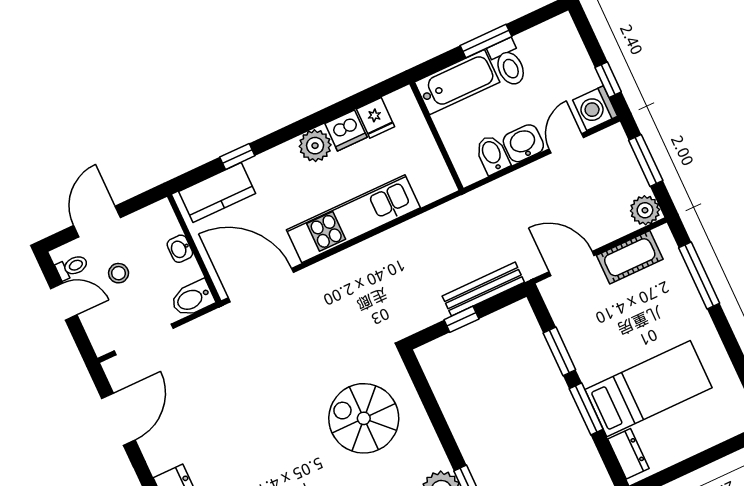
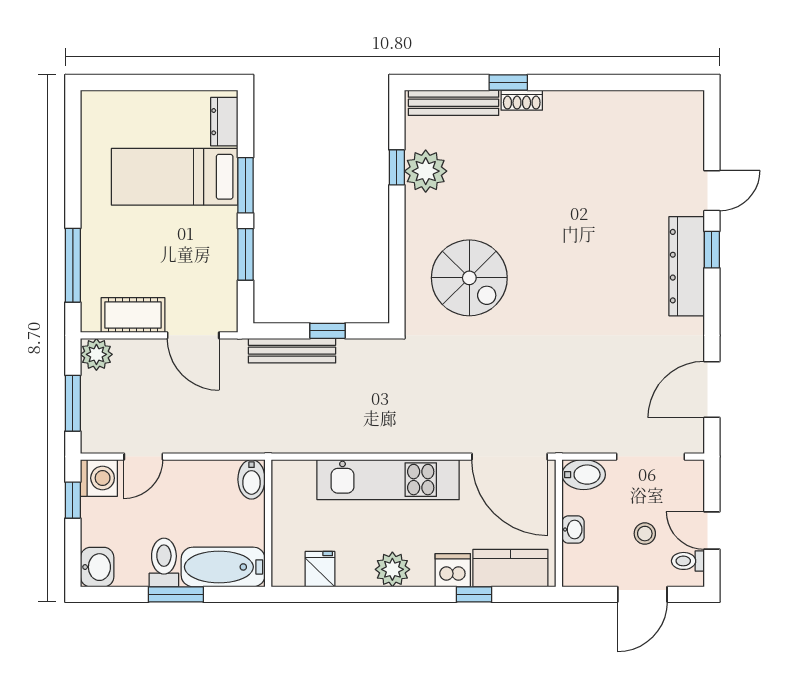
dishwasher: (346, 130) -> (453, 570), moved
washbasin: (523, 143) -> (97, 567), moved, turned -90
bidet: (492, 155) -> (252, 479), moved

